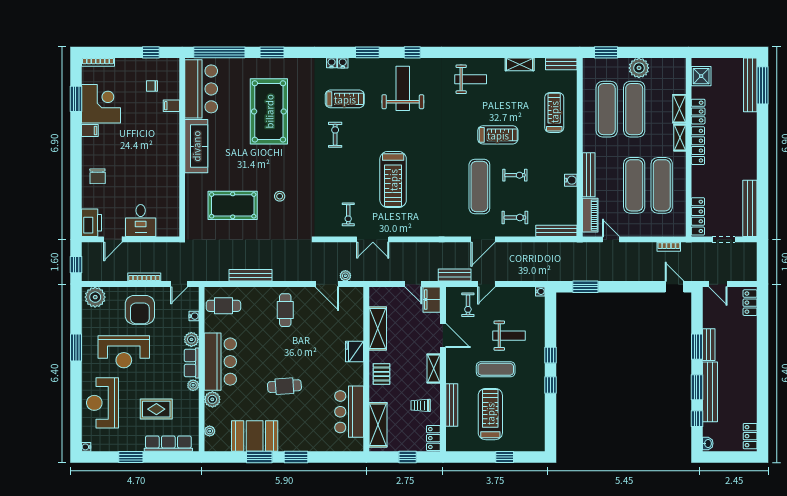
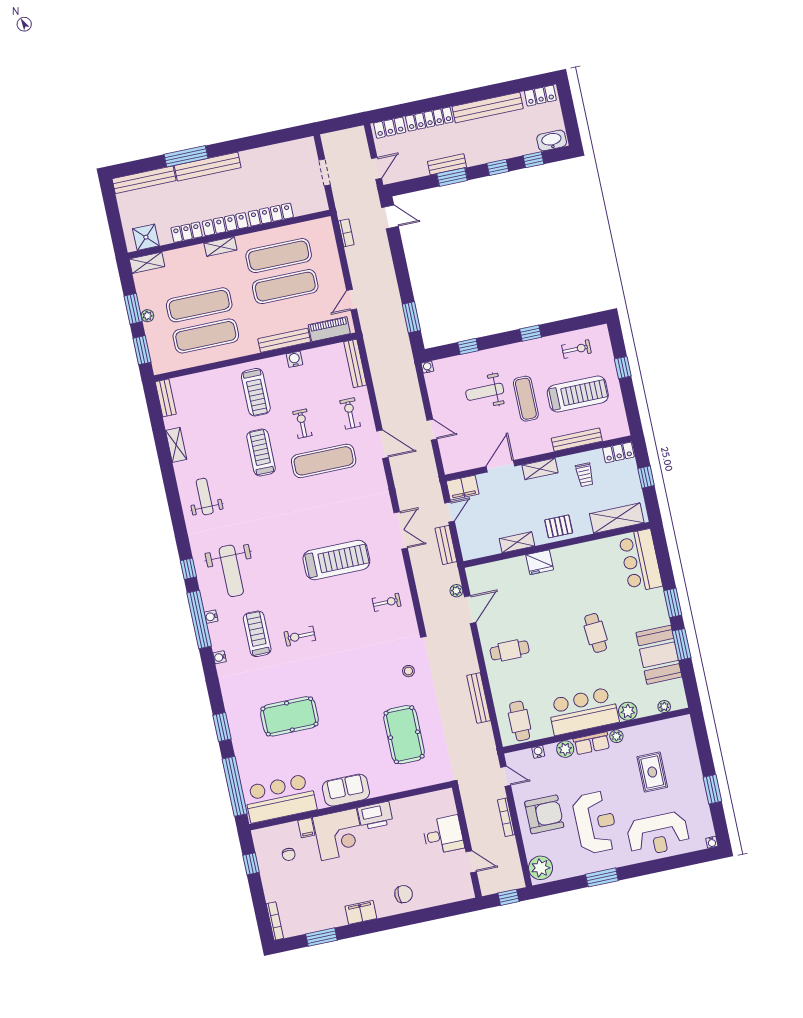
window: (367, 52) -> (199, 619), width x2.11
window: (643, 52) -> (133, 309), added
water cooler: (343, 63) -> (211, 617), moved
plant: (639, 68) -> (147, 316), width x0.53, depth x0.53
window: (763, 85) -> (186, 156), moved
weight bench: (403, 88) -> (231, 571), turned -90
corner desk: (101, 104) -> (339, 834), moved, turned 180
shelving: (679, 109) -> (147, 263), moved
pool table: (269, 111) -> (289, 716), width x0.73, depth x0.76
treadmill: (554, 112) -> (256, 392), moved, turned -90
filing cabinet: (90, 131) -> (361, 912), width x2.00
sofa: (196, 146) -> (346, 790), width x0.73
stool: (280, 196) -> (408, 671), moved
bench: (750, 208) -> (208, 167), moved
locker: (698, 216) -> (271, 215), moved
printer: (92, 223) -> (375, 816), moved, turned 180
double door: (373, 239) -> (401, 530), moved
bench: (455, 275) -> (446, 545), moved
door: (674, 287) -> (390, 217), swing flipped
exercise bike: (468, 305) -> (576, 349), moved
shelving: (378, 329) -> (517, 542), width x0.67, depth x0.75
weight bench: (509, 336) -> (485, 392), turned -90
locker: (750, 338) -> (429, 119), added
window: (550, 355) -> (468, 346), moved
window: (697, 387) -> (498, 167), width x0.67
bench: (710, 392) -> (488, 108), moved
bar counter: (349, 412) -> (640, 561), moved, turned 90
treadmill: (490, 414) -> (578, 394), turned 180
washbasin: (708, 443) -> (552, 140), width x1.91, depth x1.45
row of seats: (168, 444) -> (688, 750), removed

